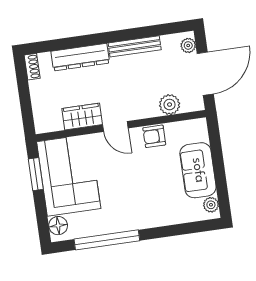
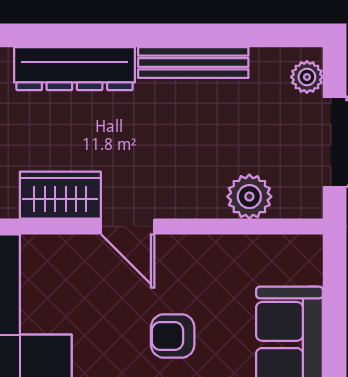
armchair: (154, 136) -> (173, 336), moved

